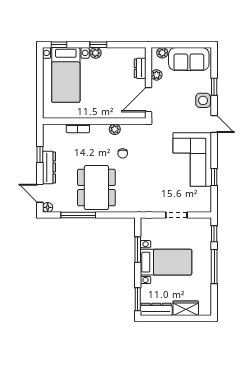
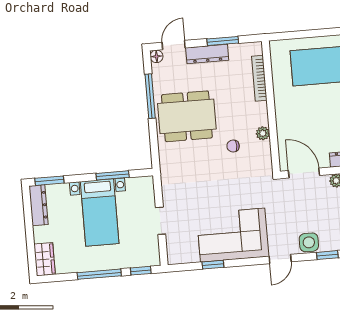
bookcase: (78, 128) -> (259, 78), width x1.56
window: (40, 155) -> (223, 41), width x1.50
wardrobe: (186, 308) -> (45, 259), moved

